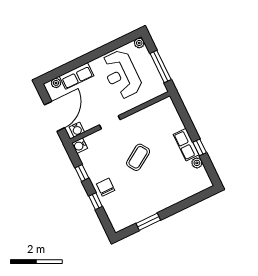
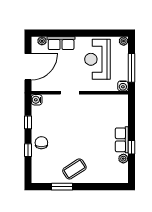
water cooler: (77, 130) -> (123, 86), moved
coffee table: (138, 157) -> (74, 169), moved

